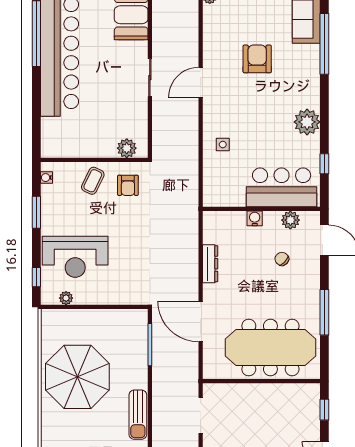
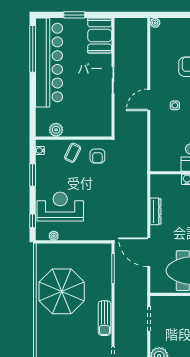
door: (201, 83) -> (149, 100), moved
side table: (223, 145) -> (175, 105), moved
plant: (127, 148) -> (56, 130), moved
reception desk: (75, 257) -> (60, 207), turned 180

